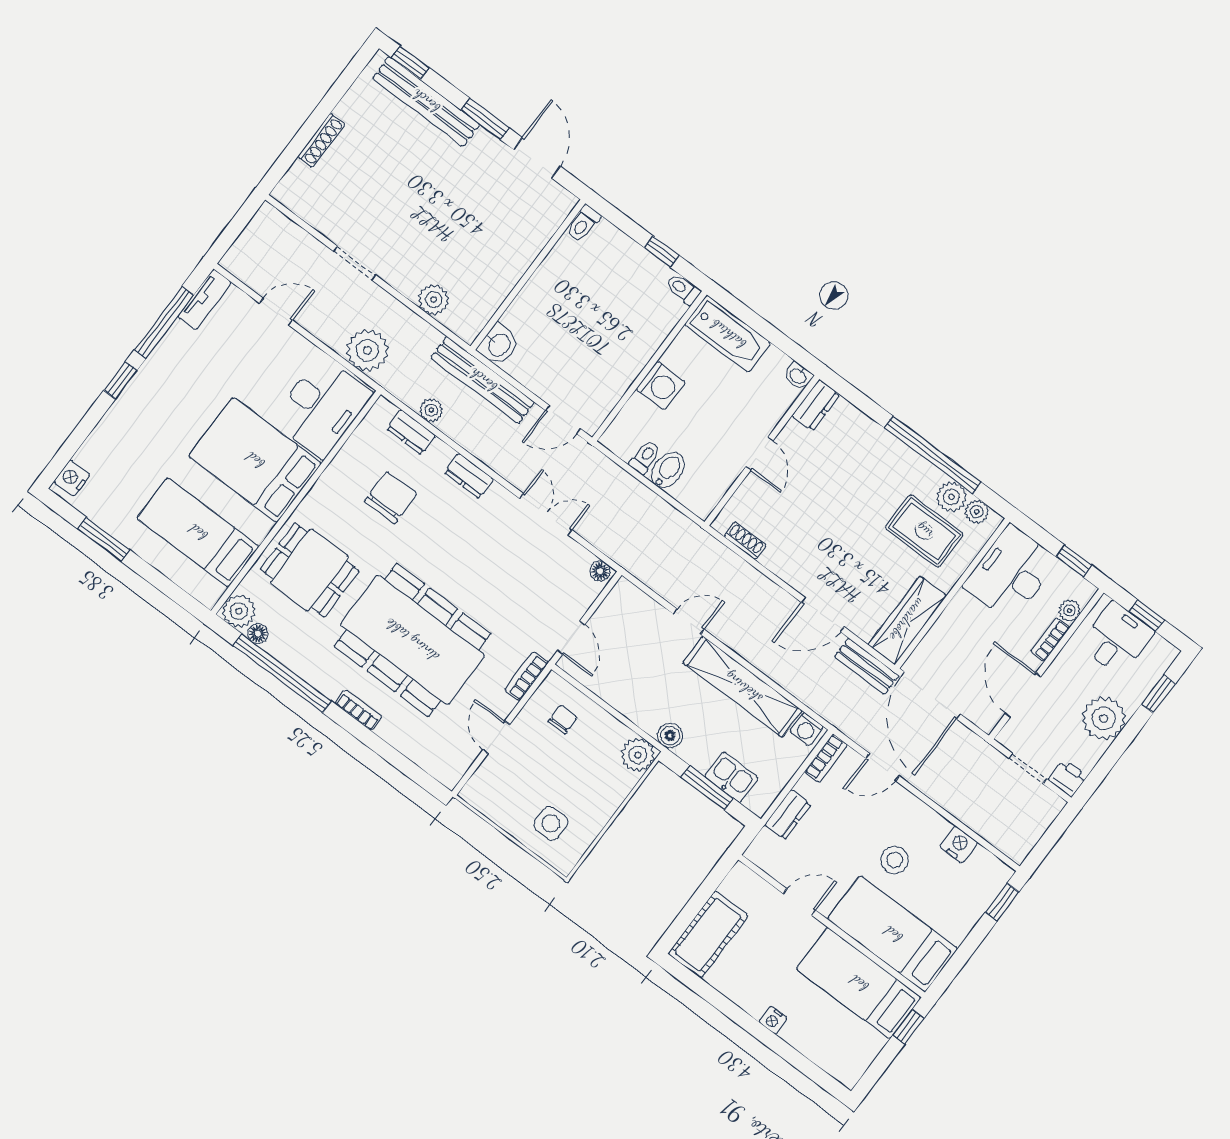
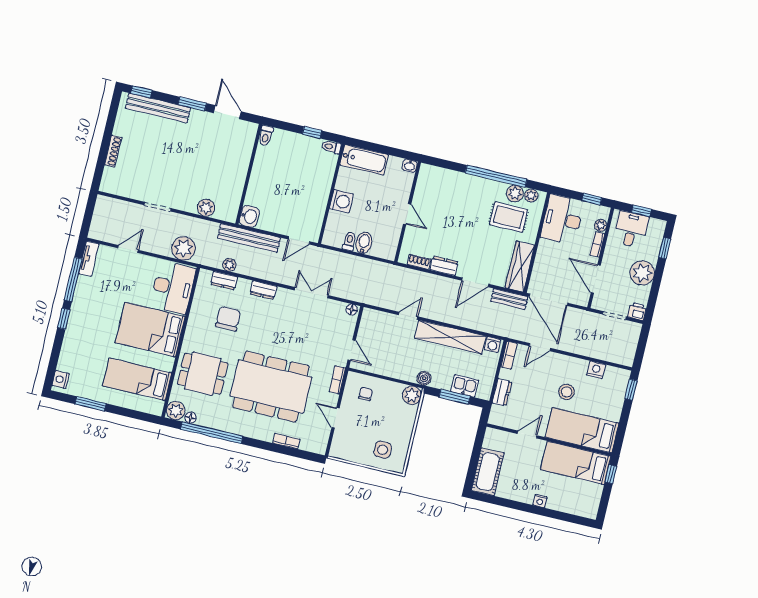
dresser: (816, 405) -> (444, 266), moved, turned -90
bookcase: (358, 710) -> (286, 441), moved

